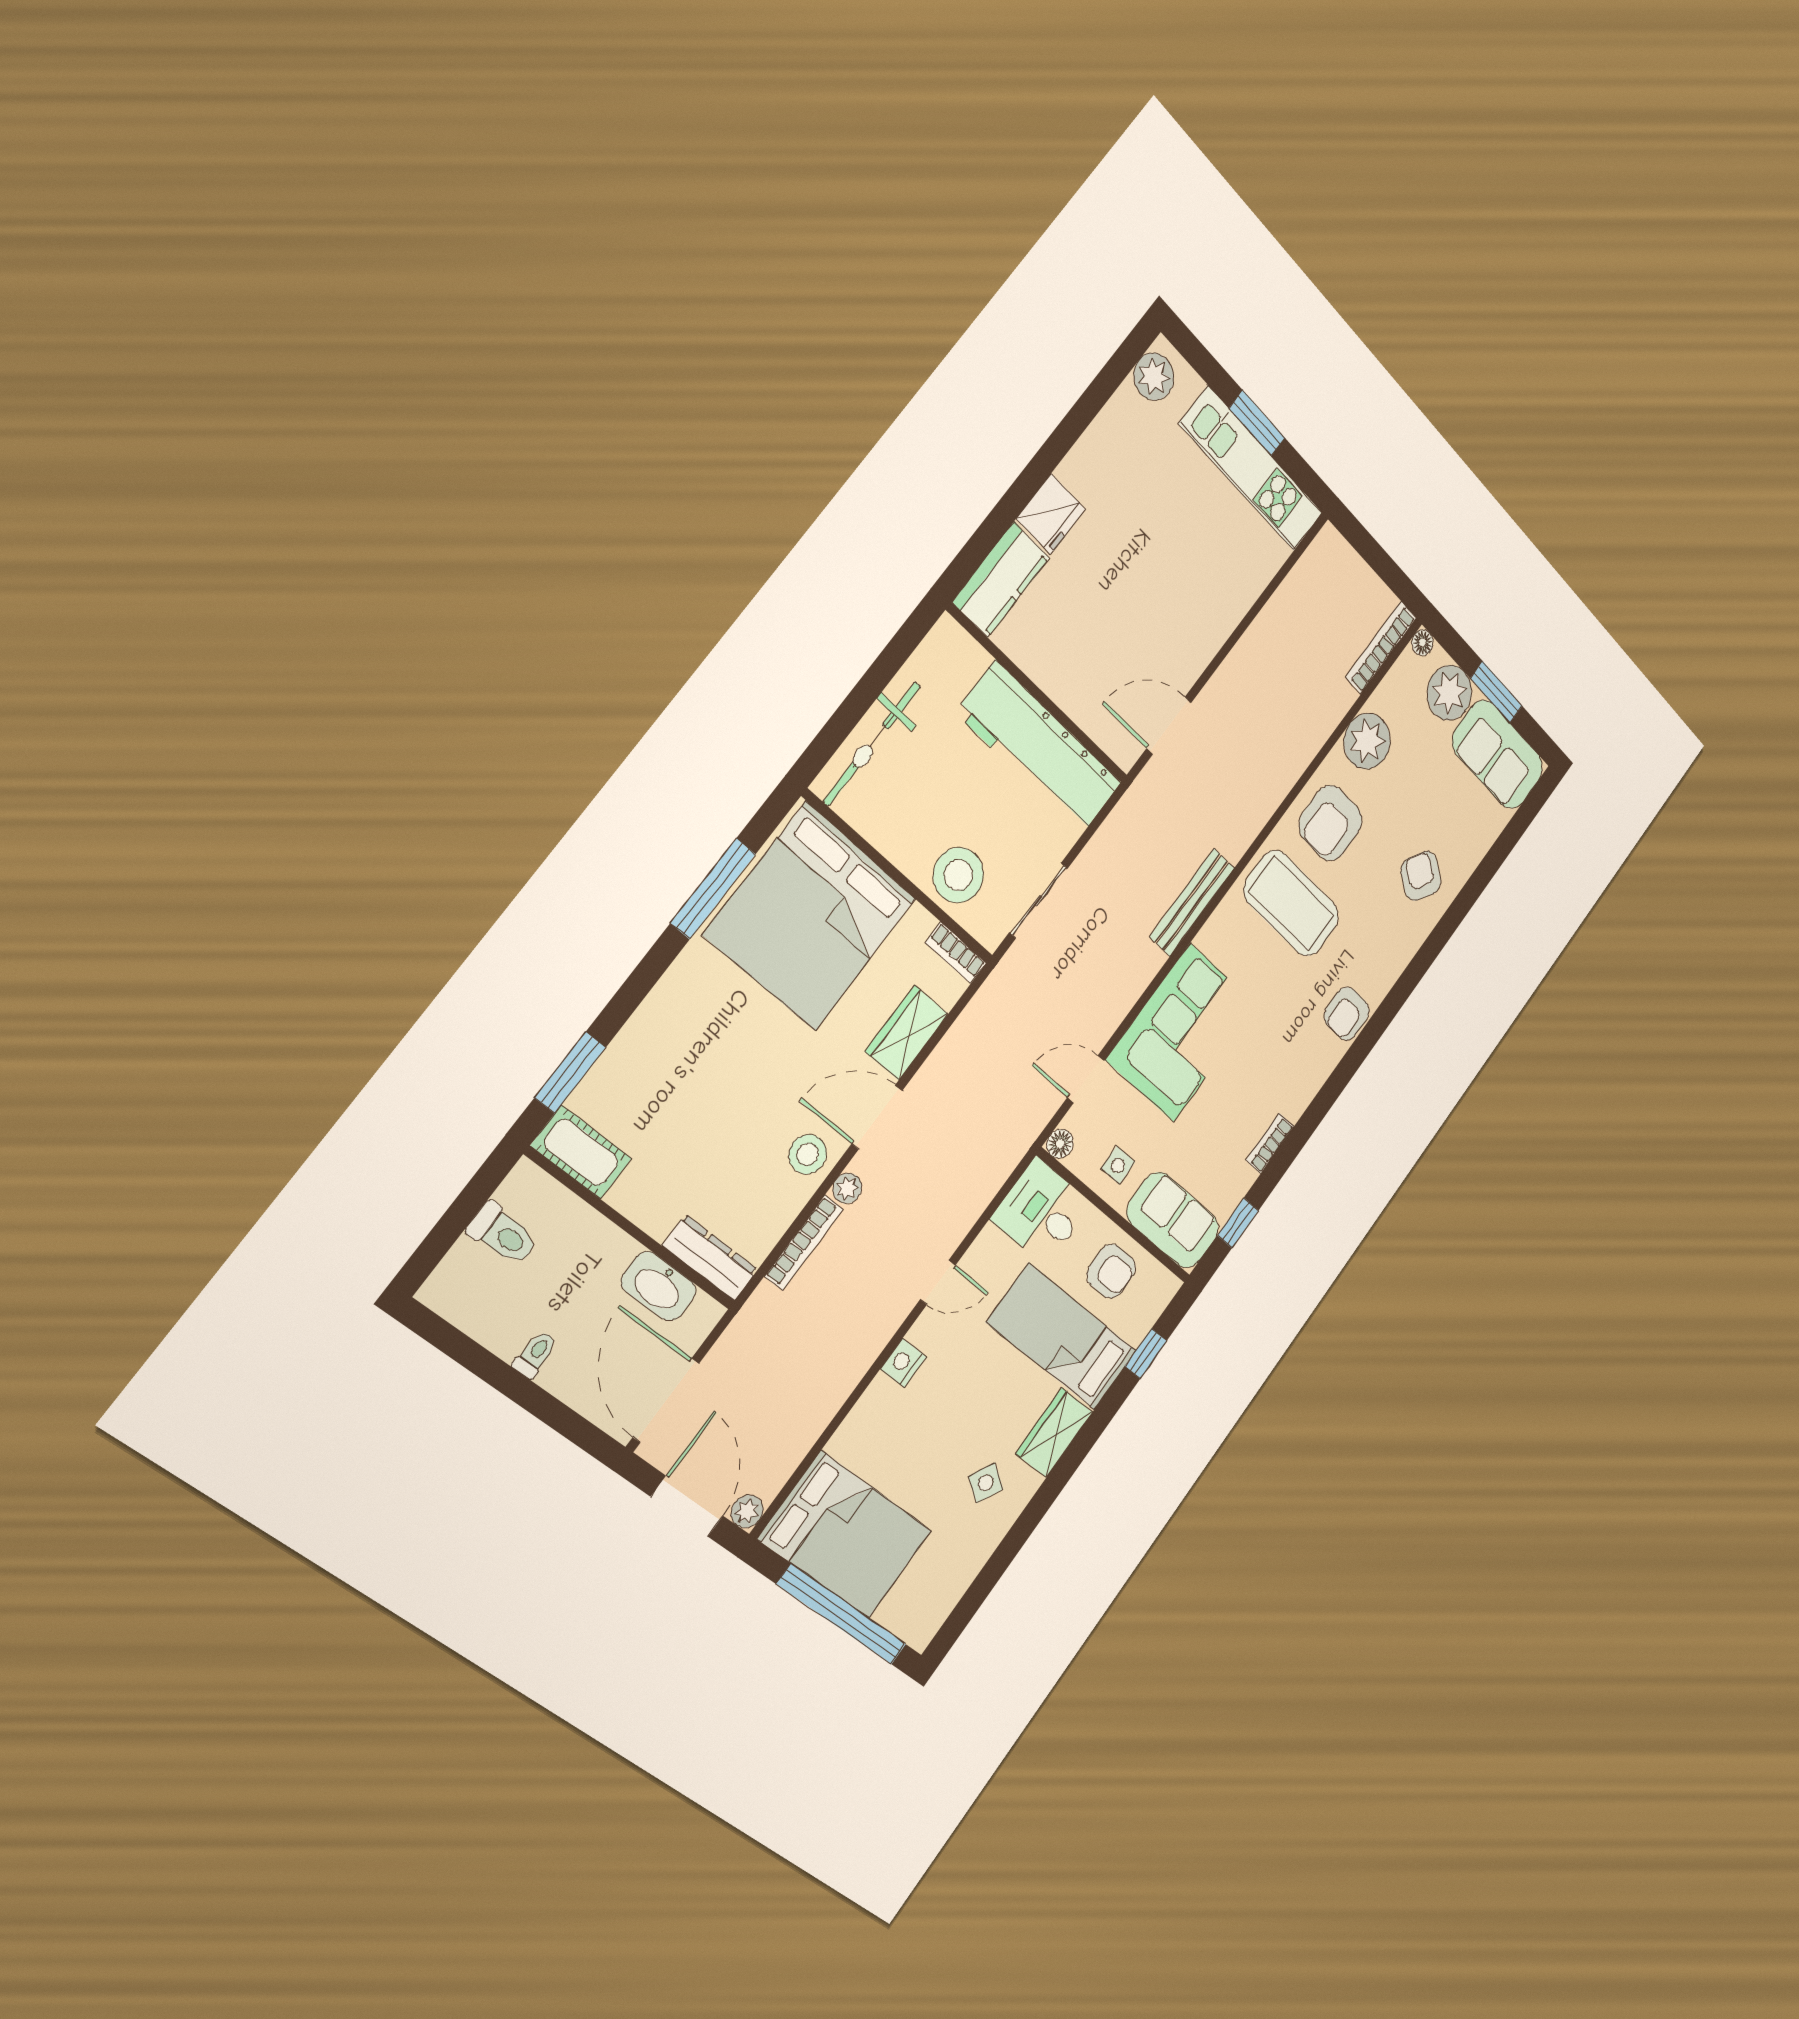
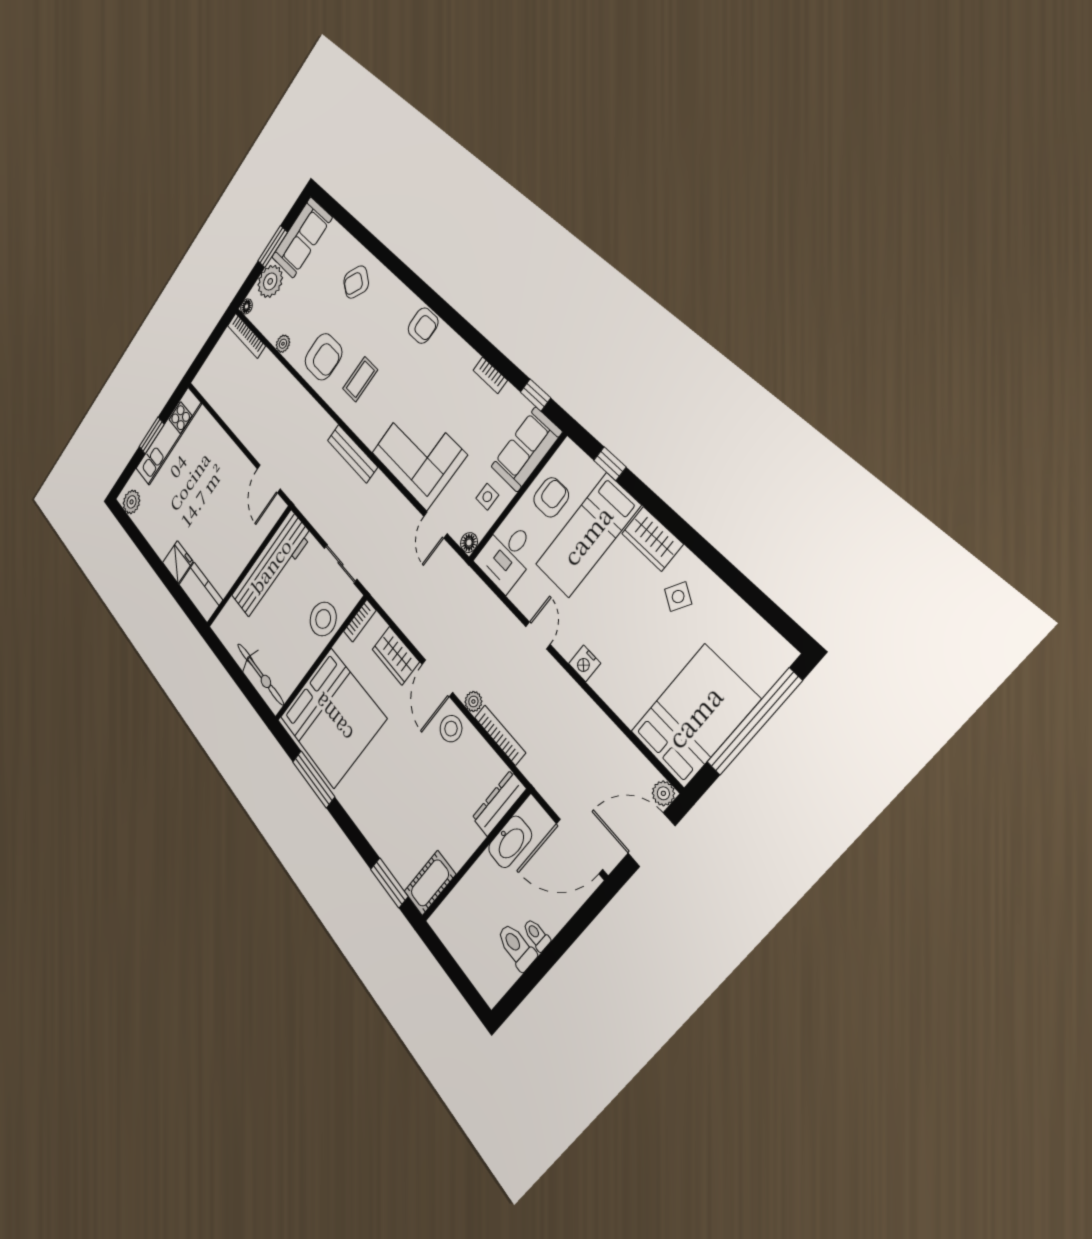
plant: (1367, 741) -> (283, 344), width x0.53, depth x0.53
coffee table: (1291, 903) -> (360, 379), width x0.54, depth x0.58
toilet: (503, 1234) -> (517, 947), moved, turned -90

